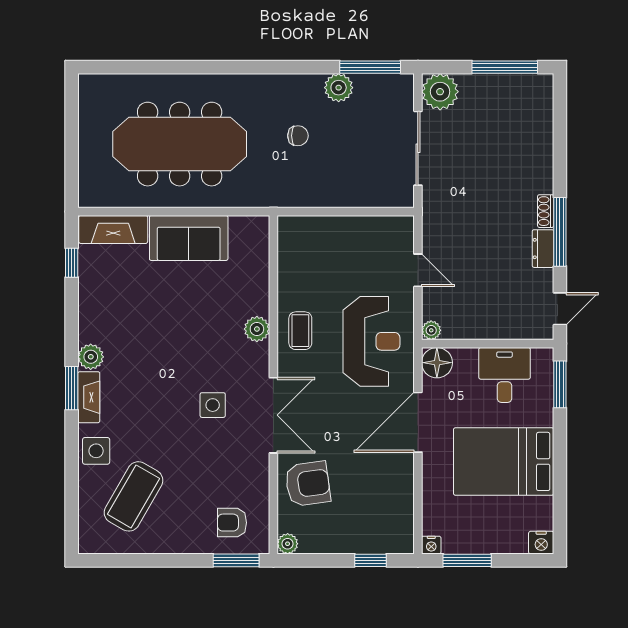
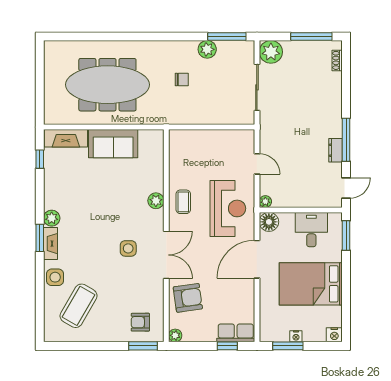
shoe rack: (546, 211) -> (337, 60), moved
row of seats: (384, 540) -> (236, 333), added
nightstand: (431, 545) -> (296, 336), moved

